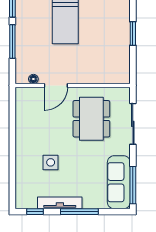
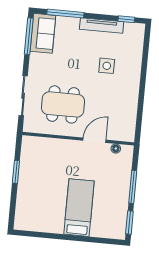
window: (133, 33) -> (16, 172), moved
dining table: (91, 119) -> (63, 104), turned 90
sofa: (119, 182) -> (43, 33), width x0.73
window: (79, 212) -> (65, 14), moved

